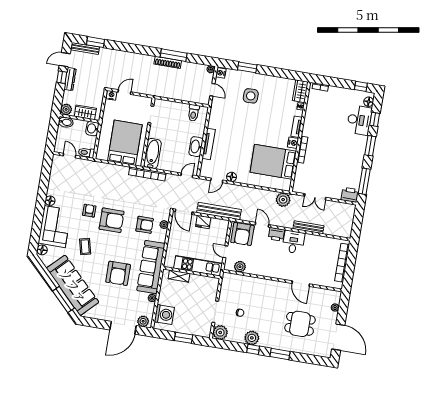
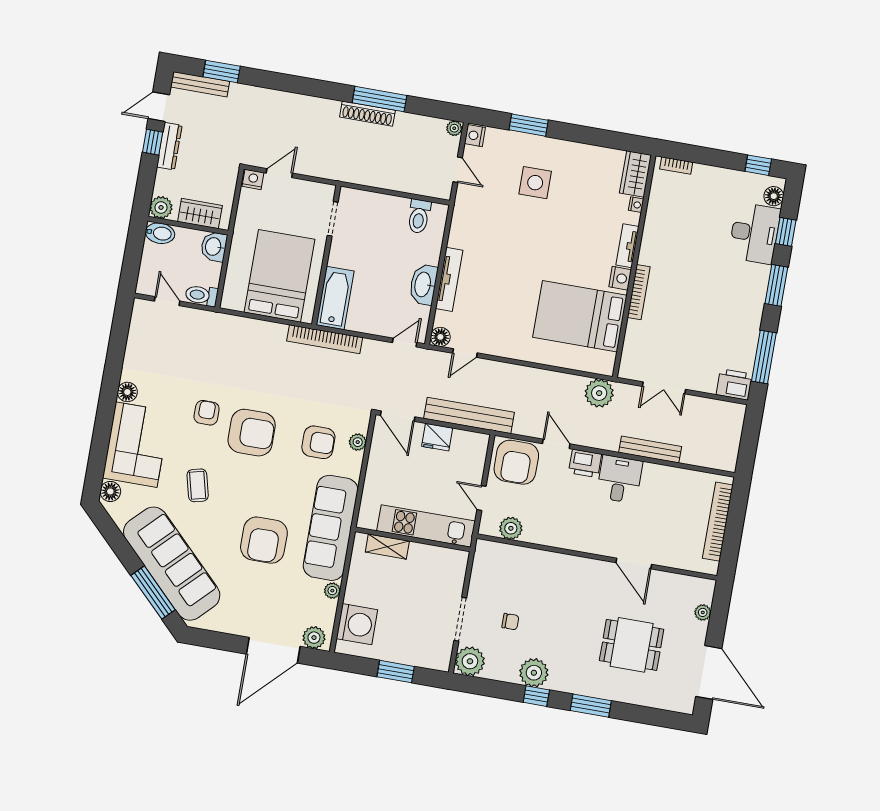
floor lamp: (232, 177) -> (440, 337), moved

